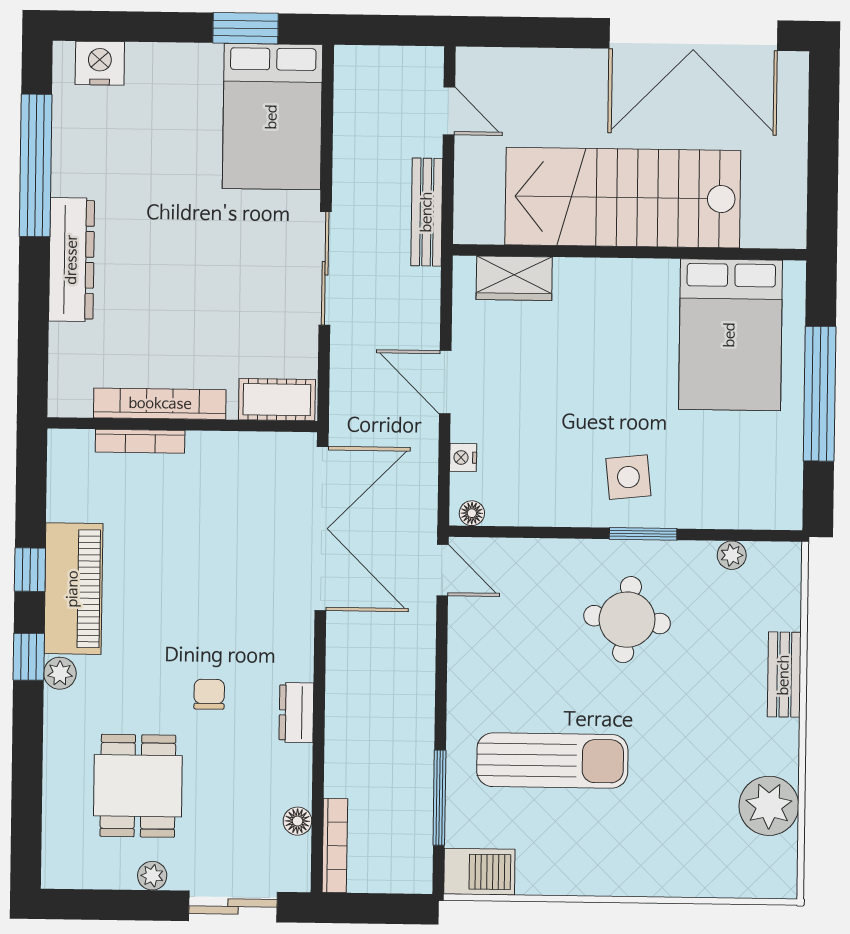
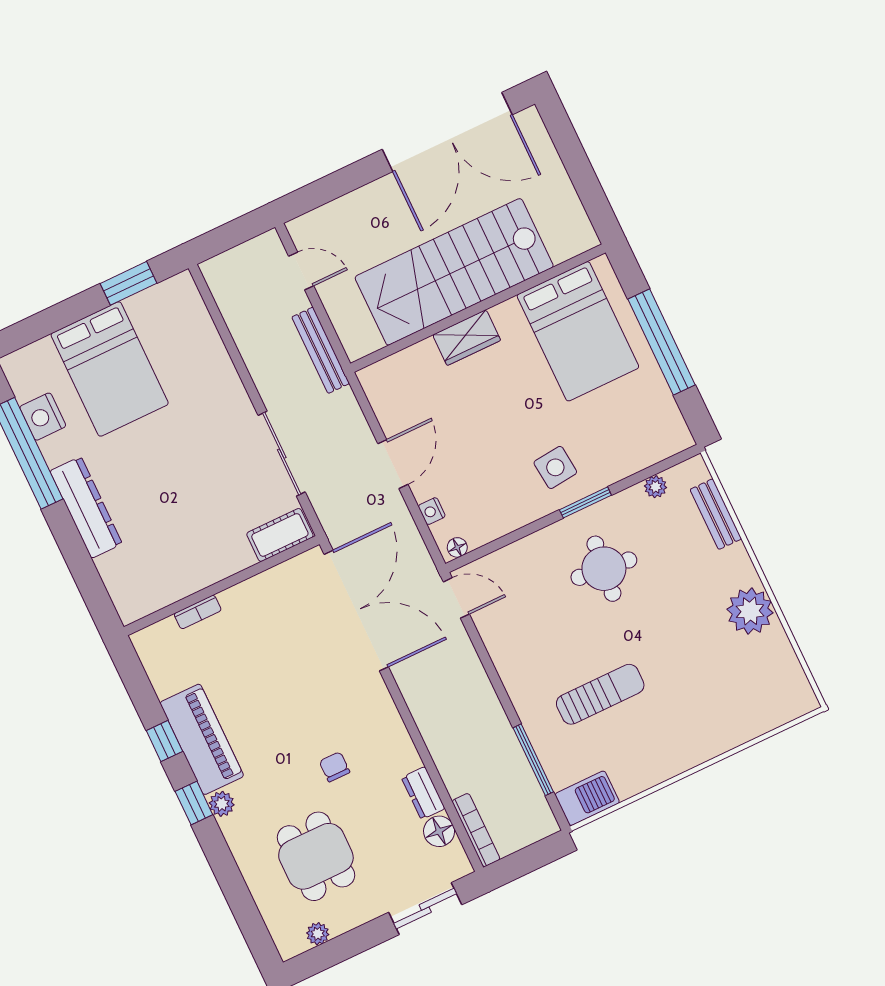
nightstand: (100, 63) -> (43, 417), moved, turned -90
bed: (272, 117) -> (110, 369), moved
sliding door: (325, 268) -> (282, 454), moved
wardrobe: (514, 278) -> (467, 338), moved
door: (445, 382) -> (393, 464), swing flipped
bookcase: (160, 404) -> (199, 579), removed
bookcase: (140, 441) -> (198, 612), width x0.64
bench: (784, 675) -> (716, 514), moved
dresser: (296, 713) -> (423, 793), moved
sun lounger: (552, 761) -> (600, 694), width x0.73, depth x0.75
plant: (769, 806) -> (750, 611), moved
floor lamp: (297, 821) -> (439, 831), width x1.37, depth x1.37
plant: (152, 876) -> (318, 934), moved

